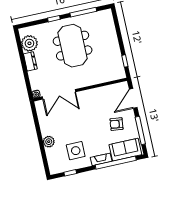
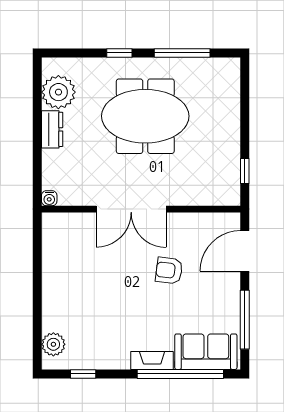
meeting table: (73, 46) -> (145, 116), turned 90
double door: (59, 94) -> (131, 209), moved
armchair: (116, 124) -> (169, 270), moved
plant: (49, 142) -> (53, 344), moved
side table: (76, 151) -> (104, 331), removed

